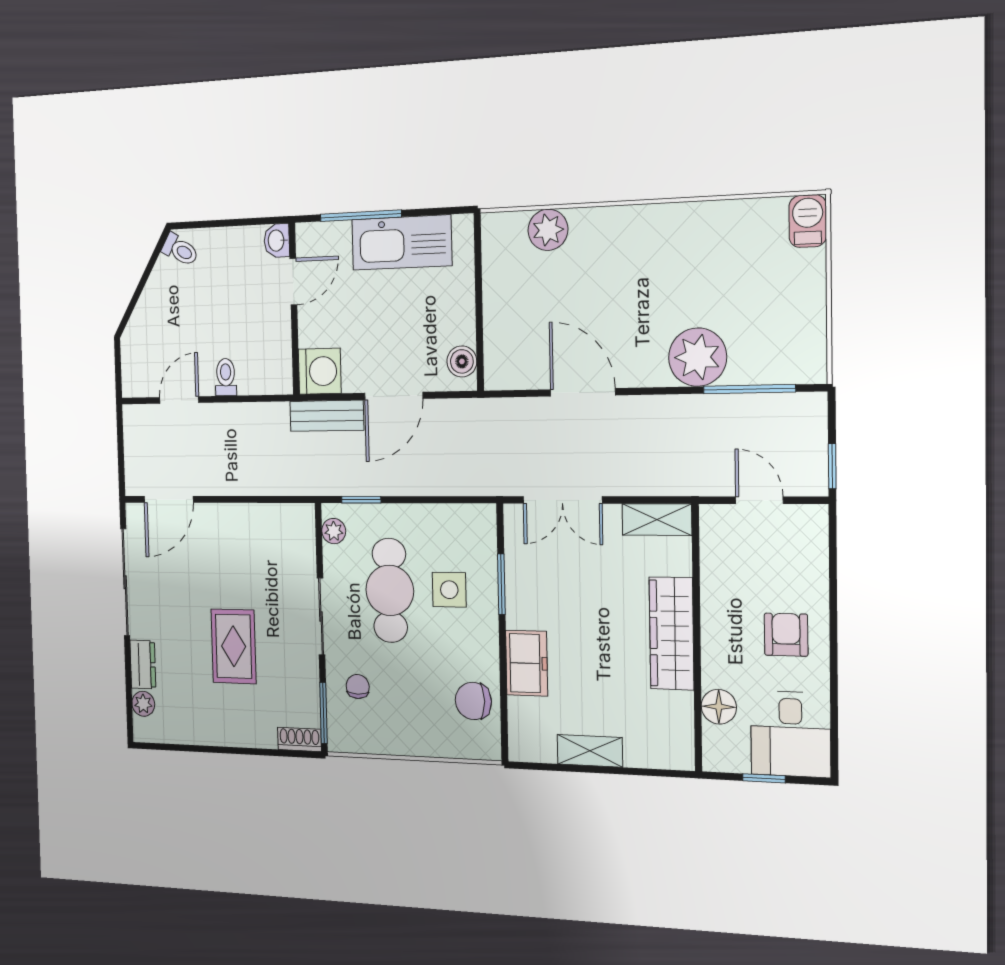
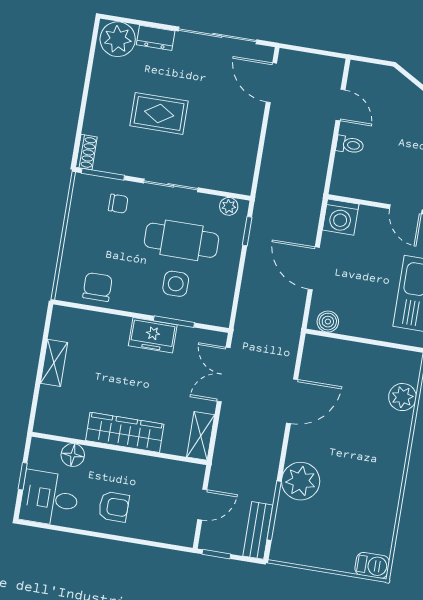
bench: (327, 416) -> (258, 530), moved
freezer: (527, 663) -> (153, 335), moved
plant: (143, 704) -> (118, 39), width x1.87, depth x1.87

